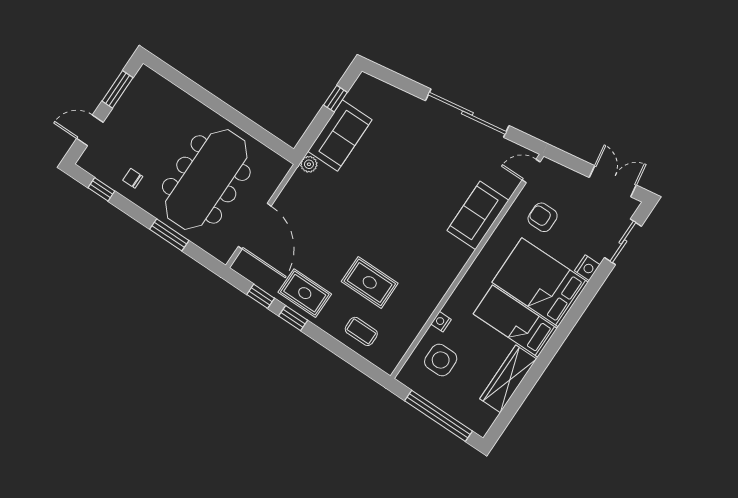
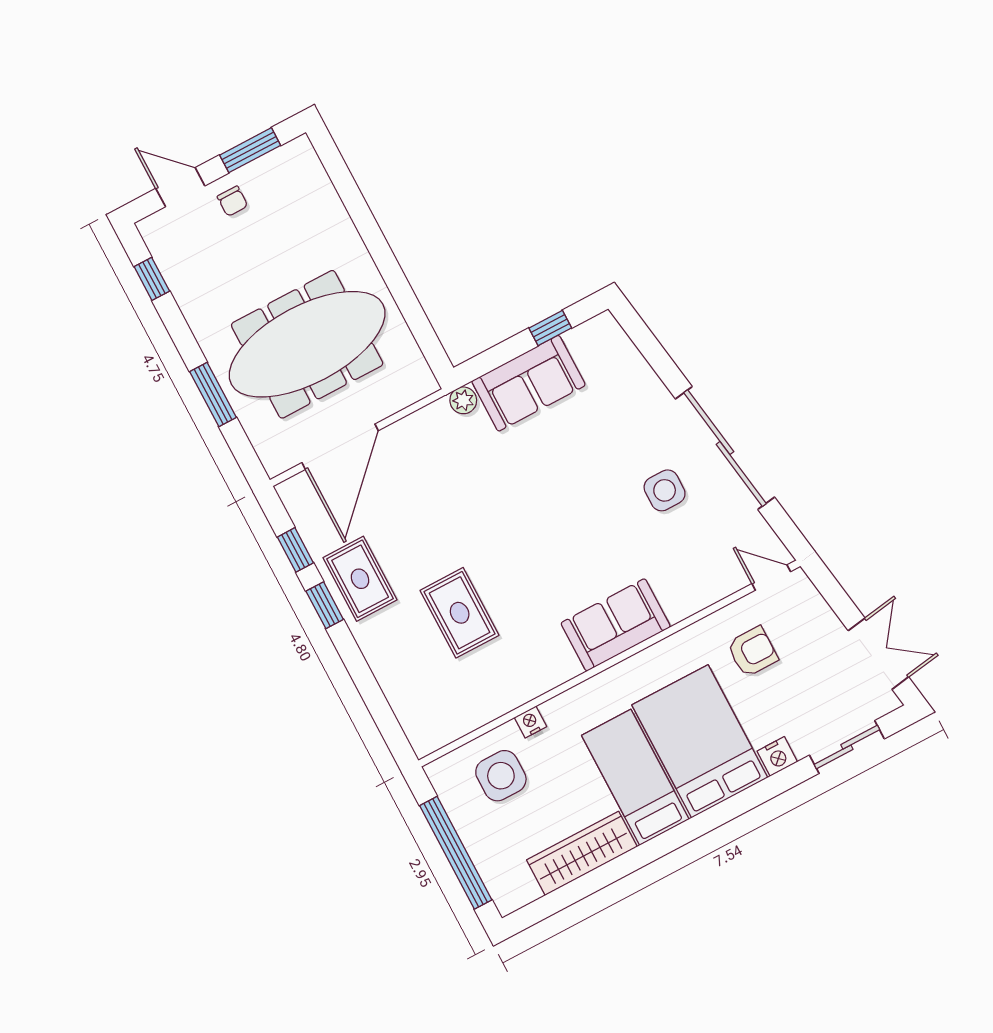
side table: (447, 154) -> (665, 490), added
chair: (133, 178) -> (232, 201), moved, turned 180
sofa: (478, 215) -> (616, 625), moved
armchair: (543, 217) -> (752, 652), turned 90
coffee table: (361, 331) -> (411, 675), removed

